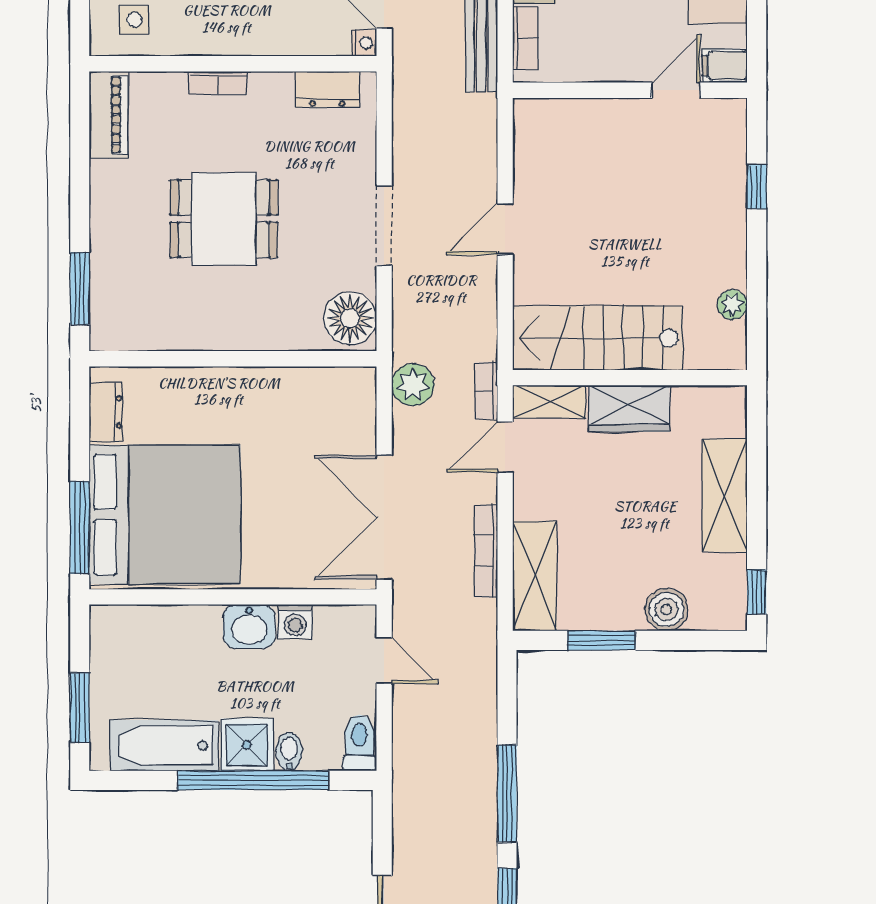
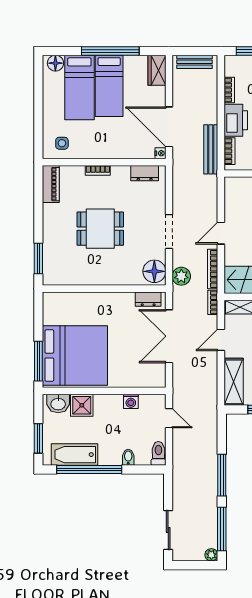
plant: (413, 385) -> (181, 276), moved
dresser: (106, 412) -> (148, 299), moved, turned 90
door: (505, 447) -> (221, 340), moved
double door: (384, 517) -> (169, 336), moved
bookcase: (486, 551) -> (213, 269), moved
washbasin: (249, 626) -> (58, 404), moved
shower: (247, 745) -> (82, 405), moved
window: (253, 780) -> (89, 470), moved

